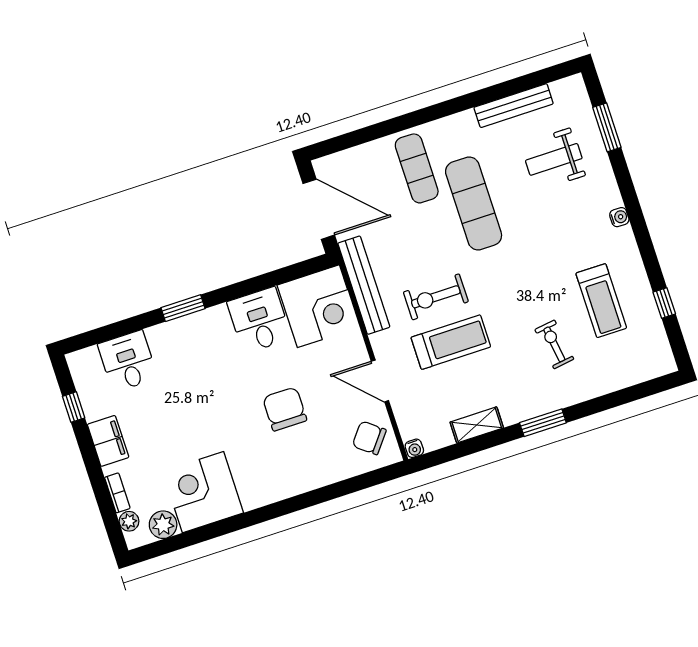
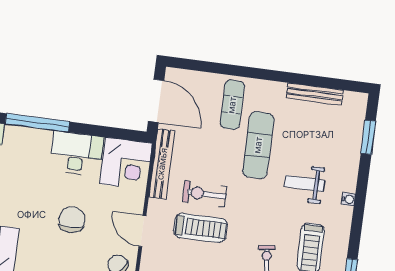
weight bench: (554, 159) -> (304, 183), moved
window: (183, 308) -> (37, 123), width x2.11
desk: (259, 320) -> (76, 153), width x1.37

